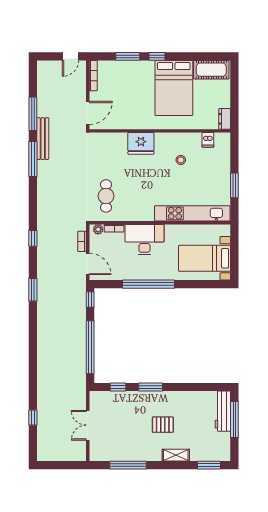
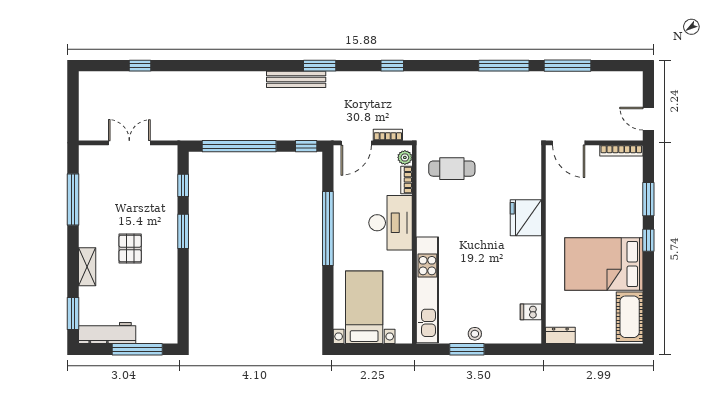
bench: (43, 139) -> (296, 79), moved
stool: (181, 160) -> (475, 334), moved
workbench: (223, 411) -> (107, 333), moved

